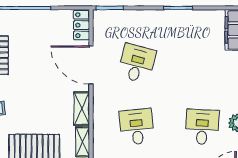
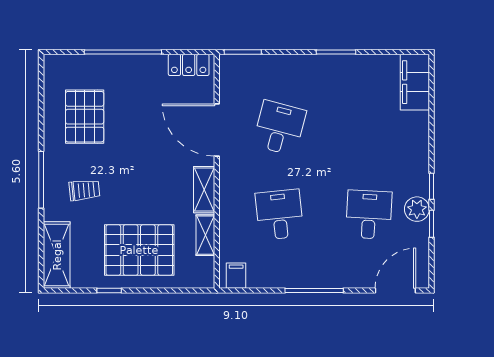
locker: (81, 25) -> (189, 65), moved, turned -90

